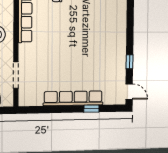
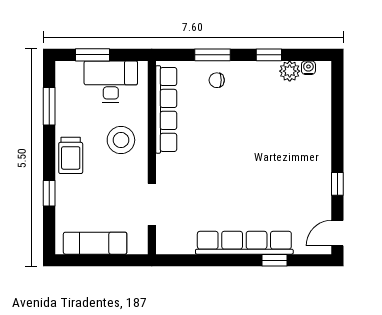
door: (129, 92) -> (337, 233), swing flipped

